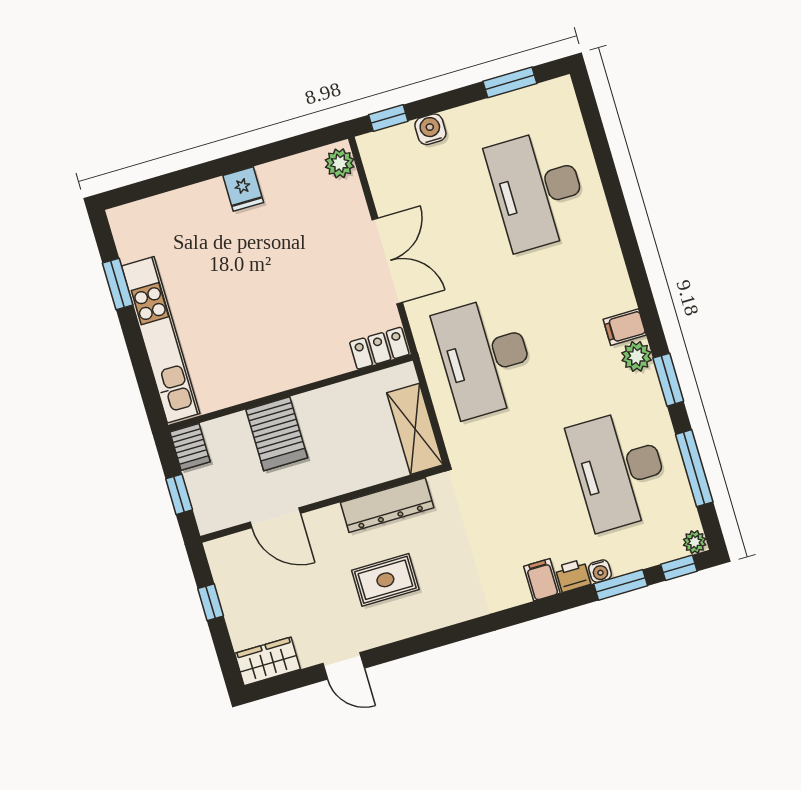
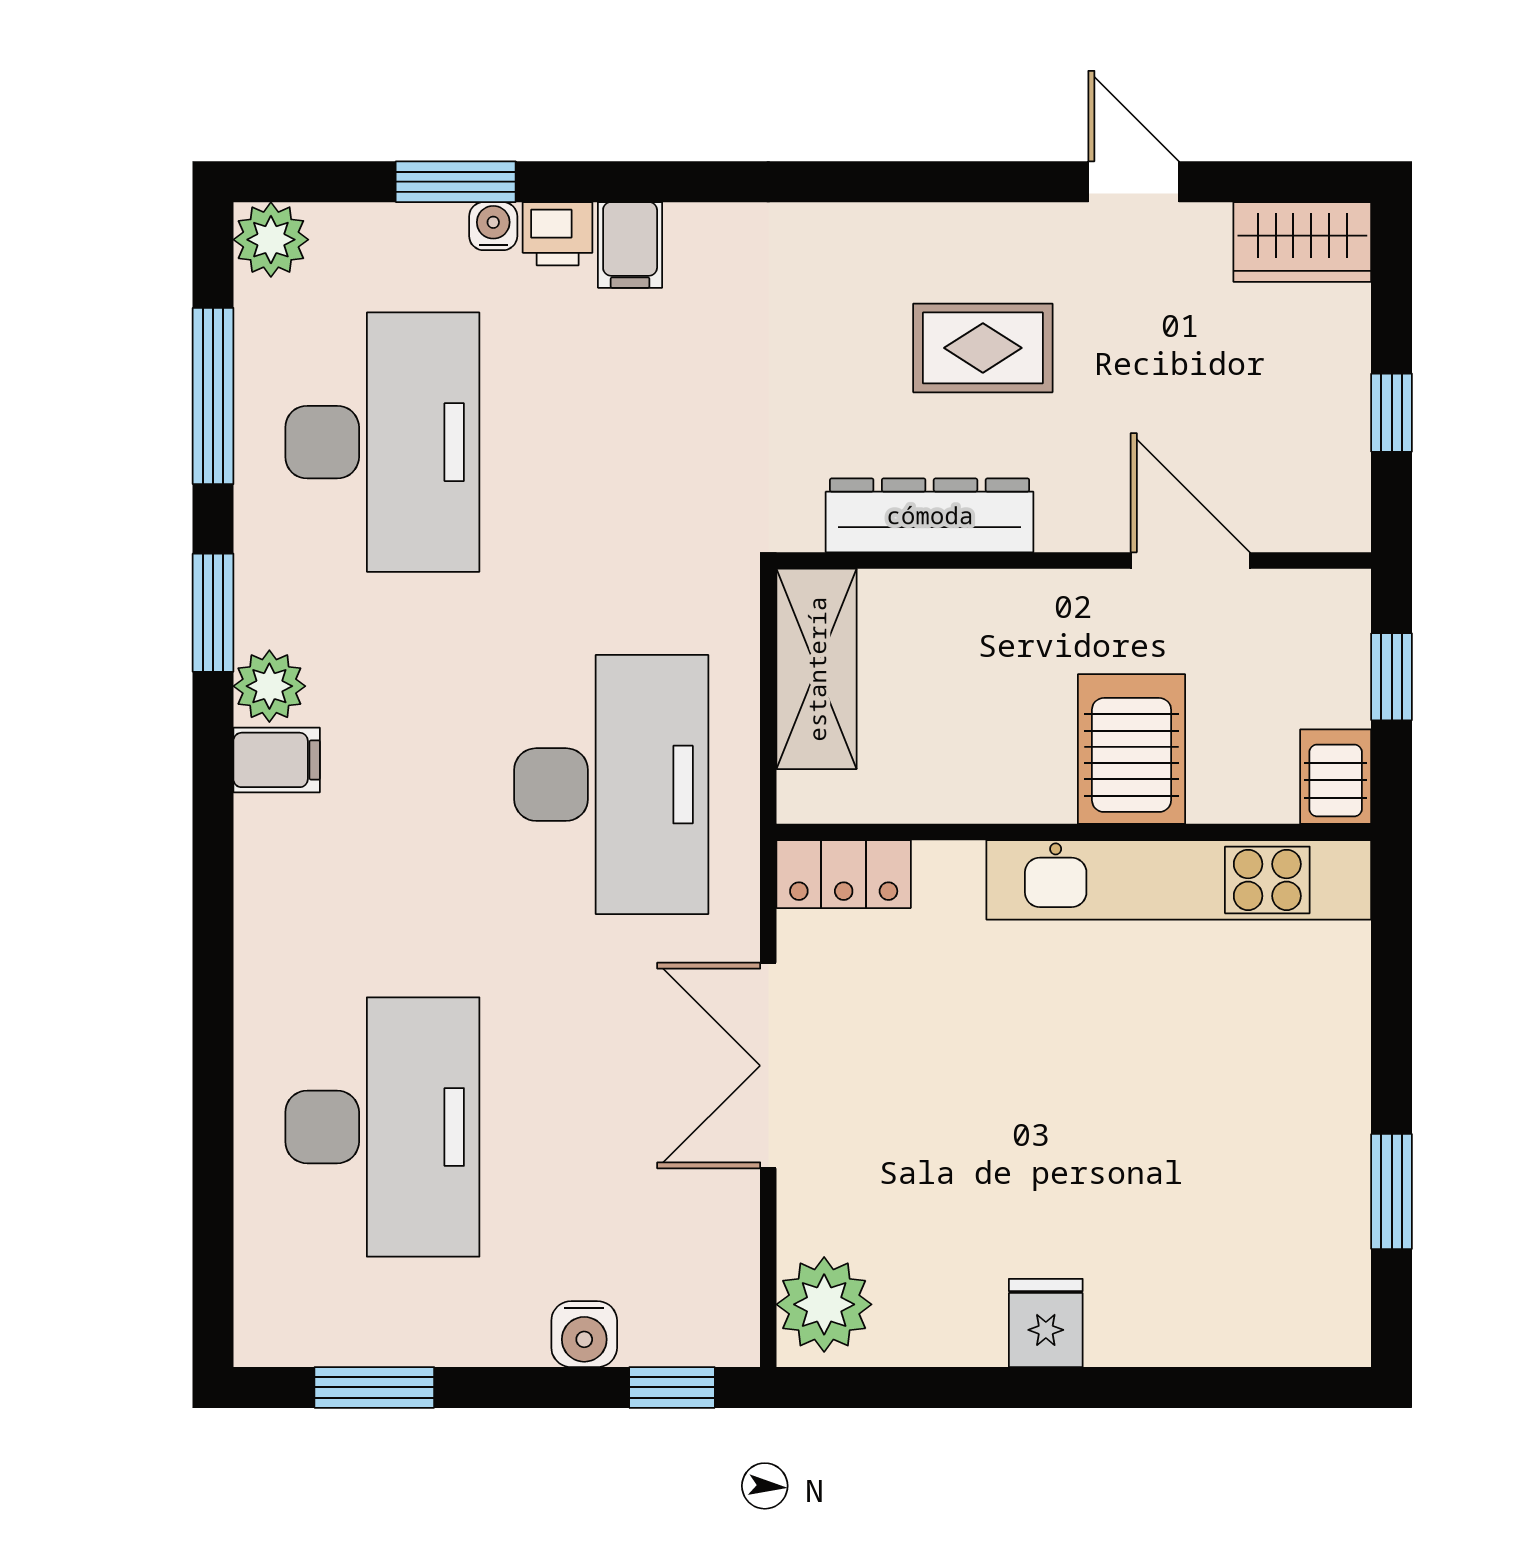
plant: (340, 163) -> (824, 1304), width x1.36, depth x1.36
kitchen unit: (161, 340) -> (1179, 880), moved, turned -90
plant: (695, 542) -> (271, 240), width x1.38, depth x1.38
window: (679, 568) -> (313, 182), removed

